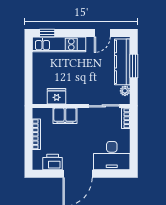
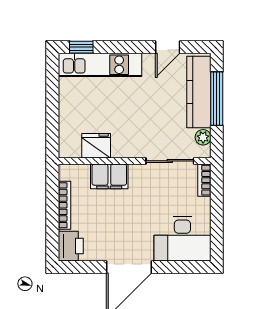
window: (134, 66) -> (217, 99), width x1.44
printer: (53, 162) -> (71, 246), moved, turned 90

